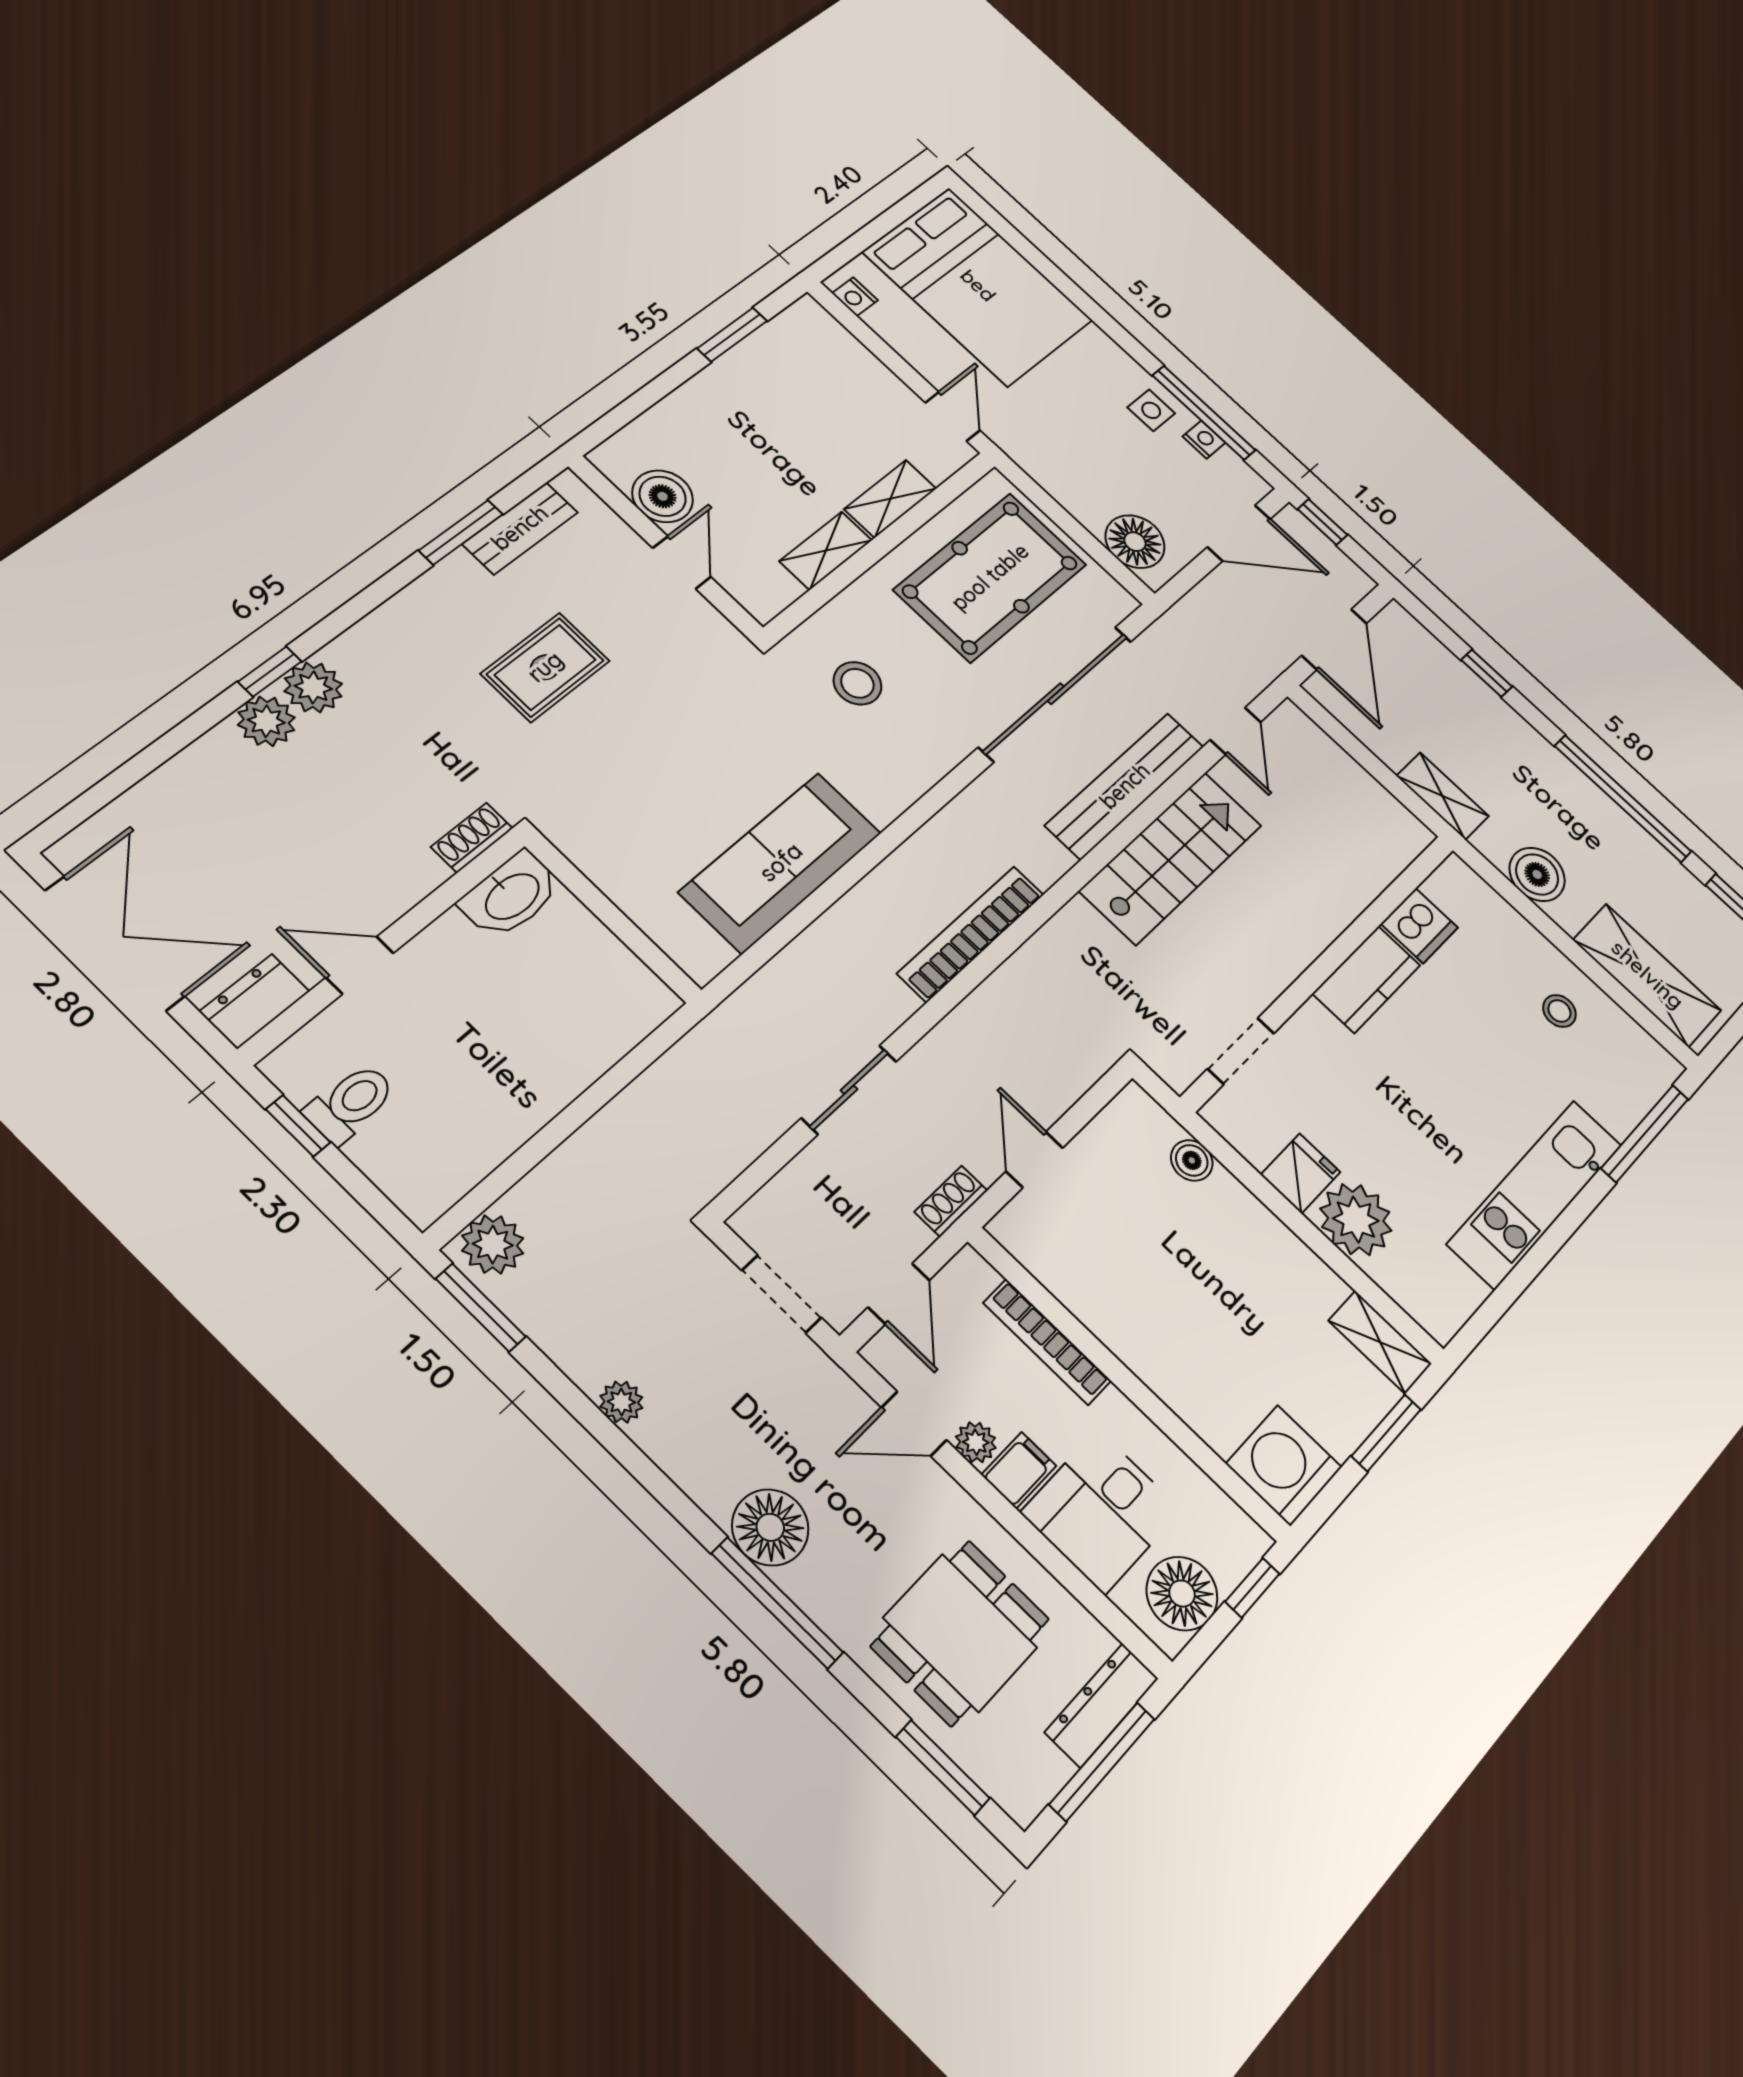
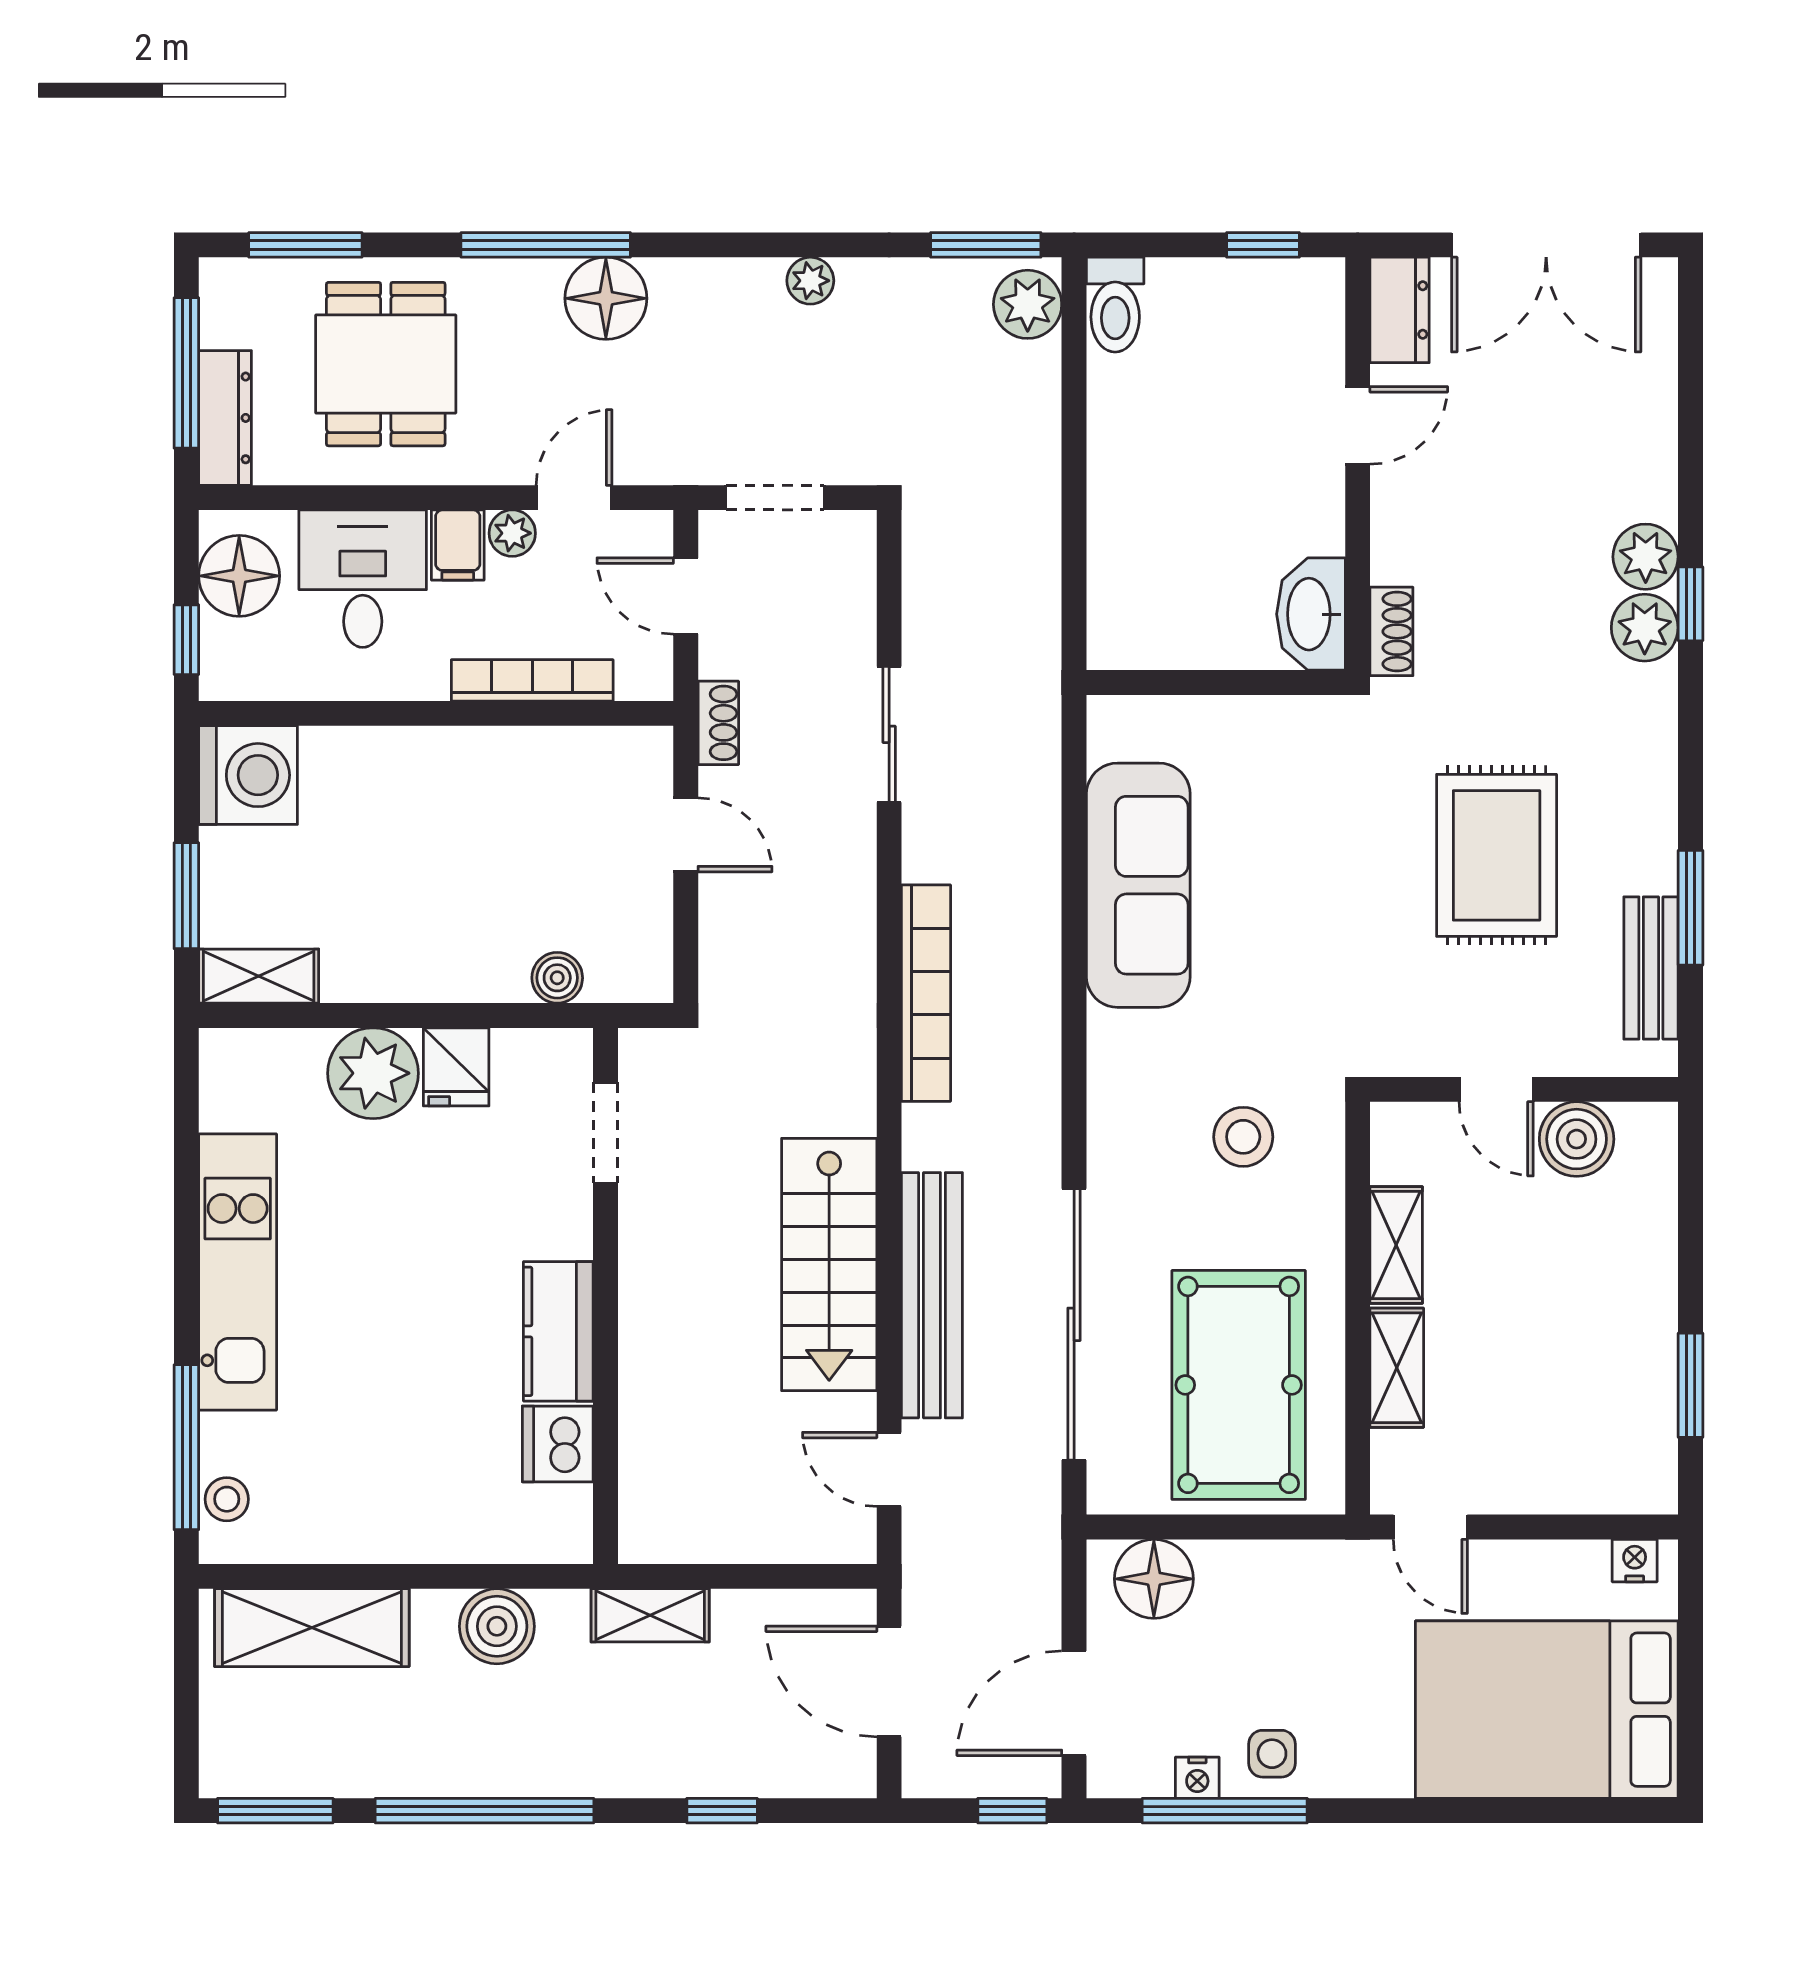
rug: (545, 667) -> (1497, 855), width x1.36, depth x1.43
stool: (1559, 1011) -> (227, 1499), moved
toilet: (351, 1103) -> (1115, 305), moved

